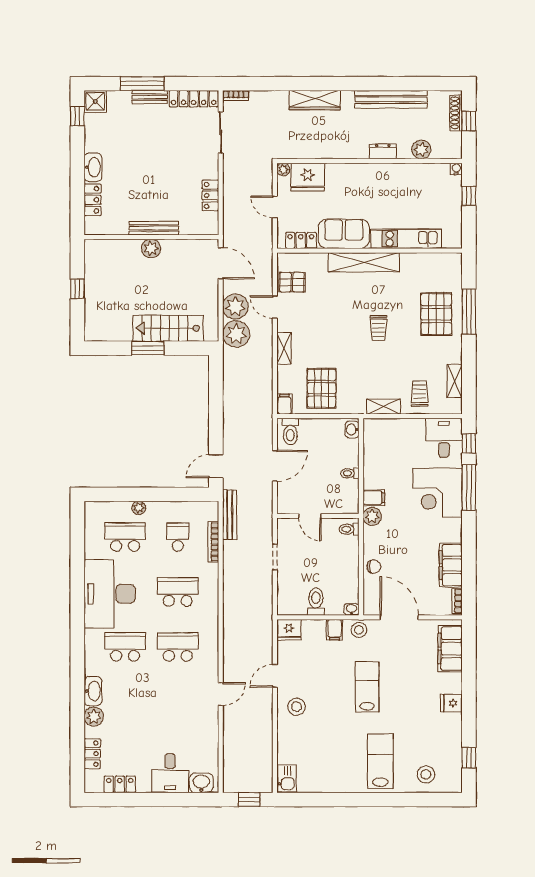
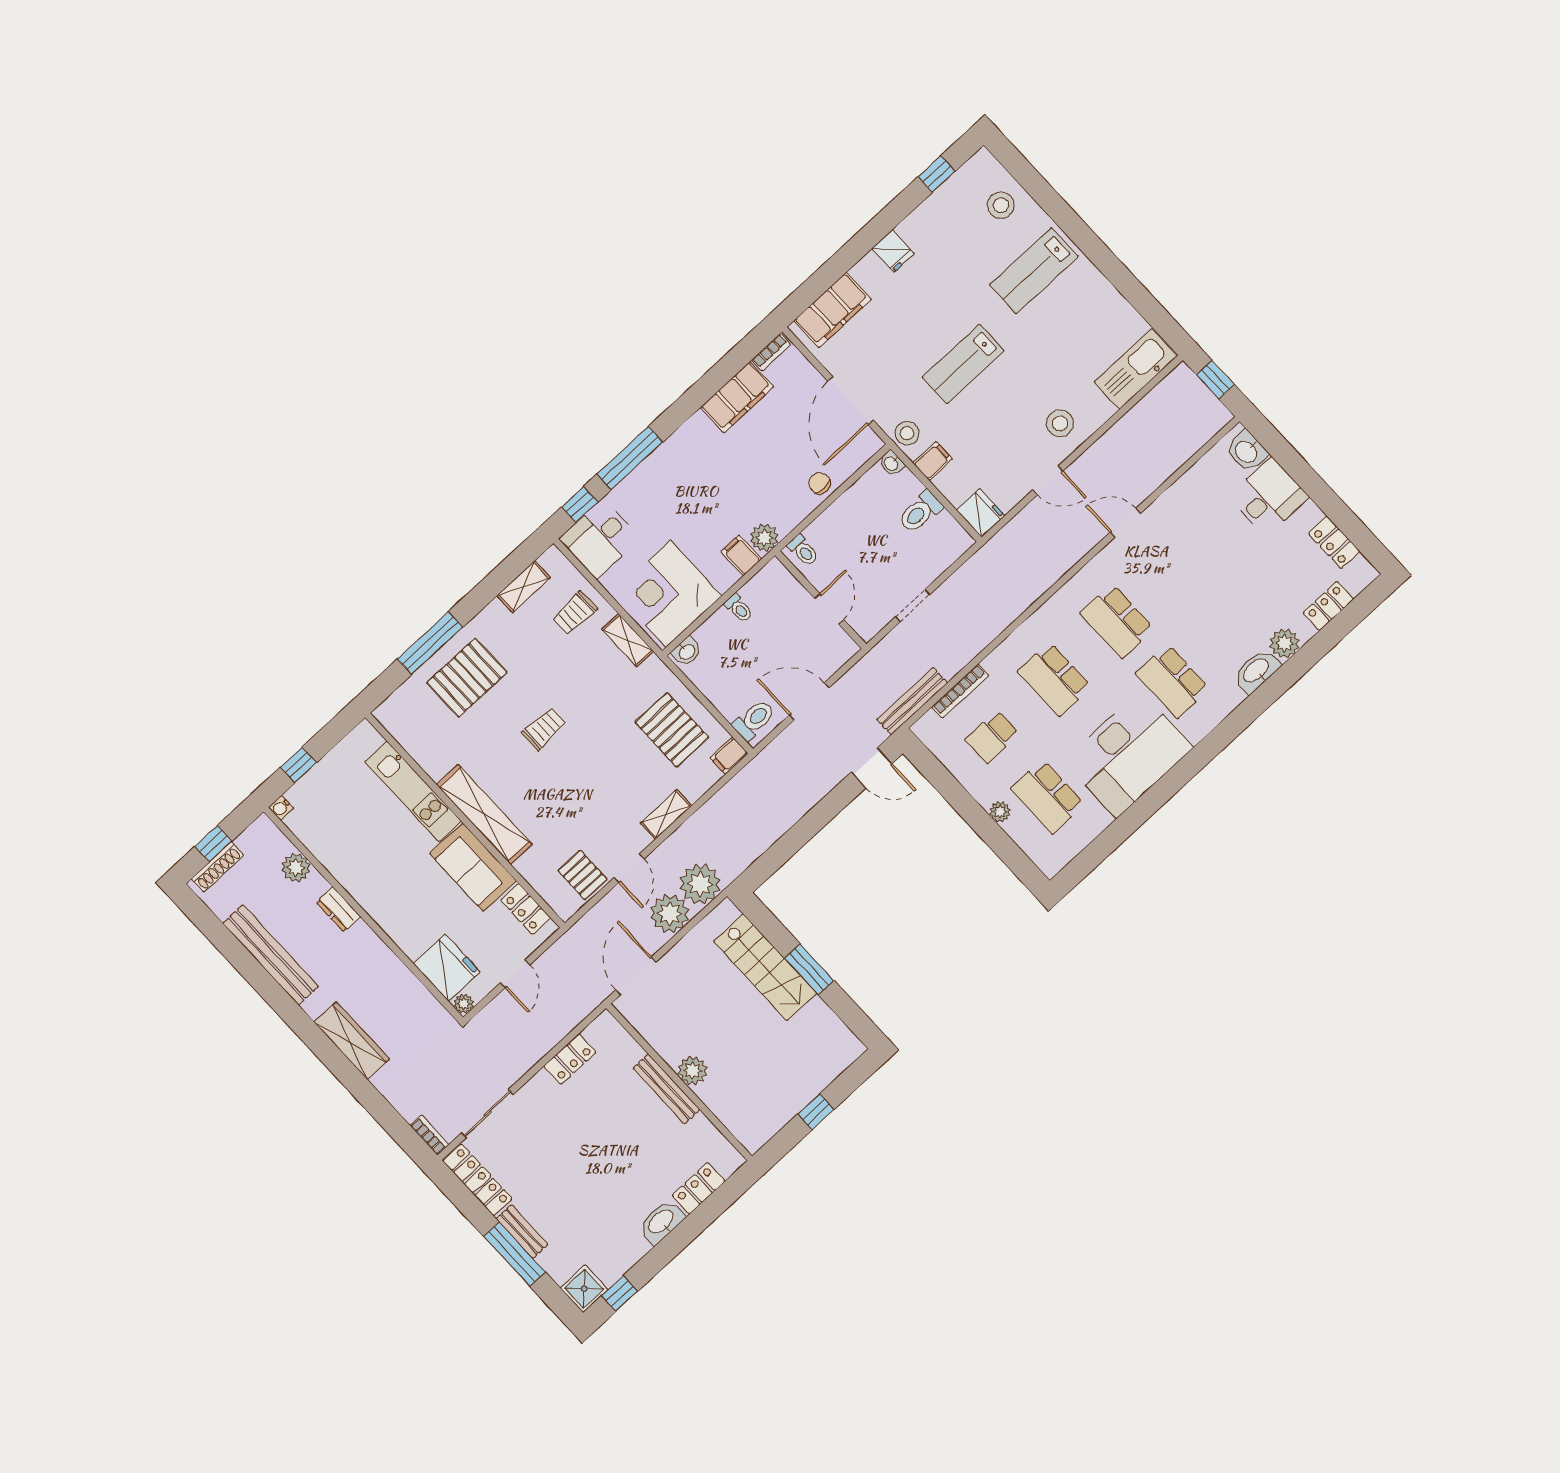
pallet: (322, 388) -> (672, 730), turned 90
corner desk: (437, 493) -> (668, 594), moved, turned 180
kitchen sink: (287, 778) -> (1136, 369), width x1.88, depth x1.24

